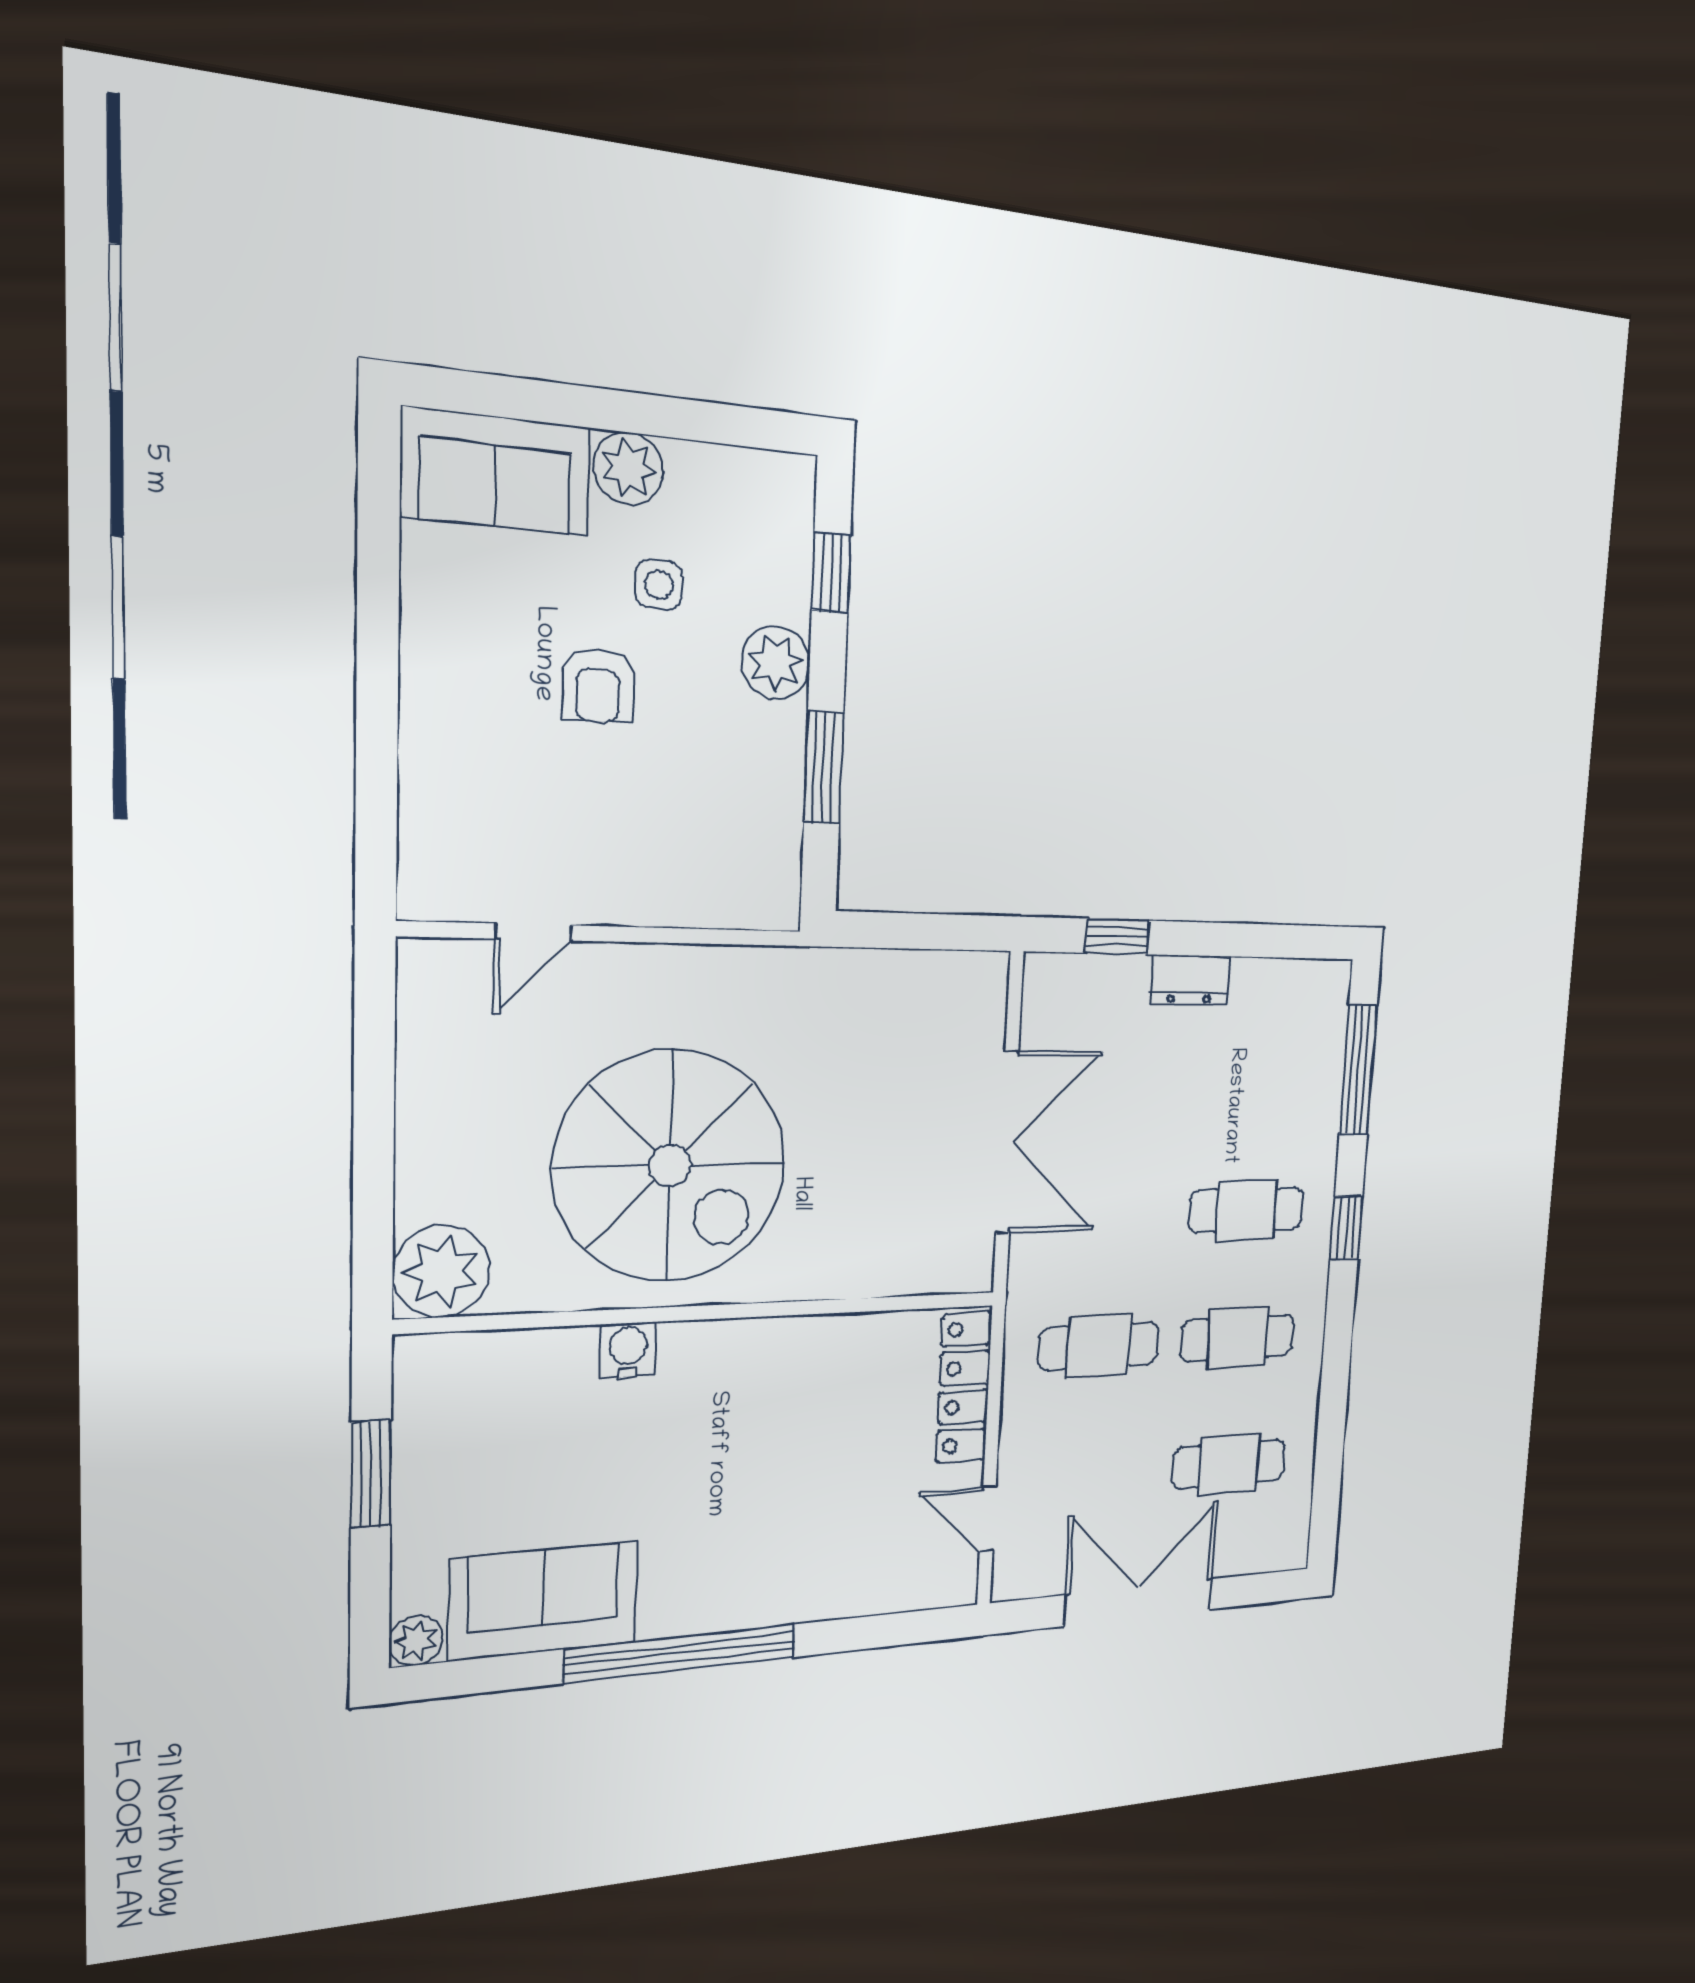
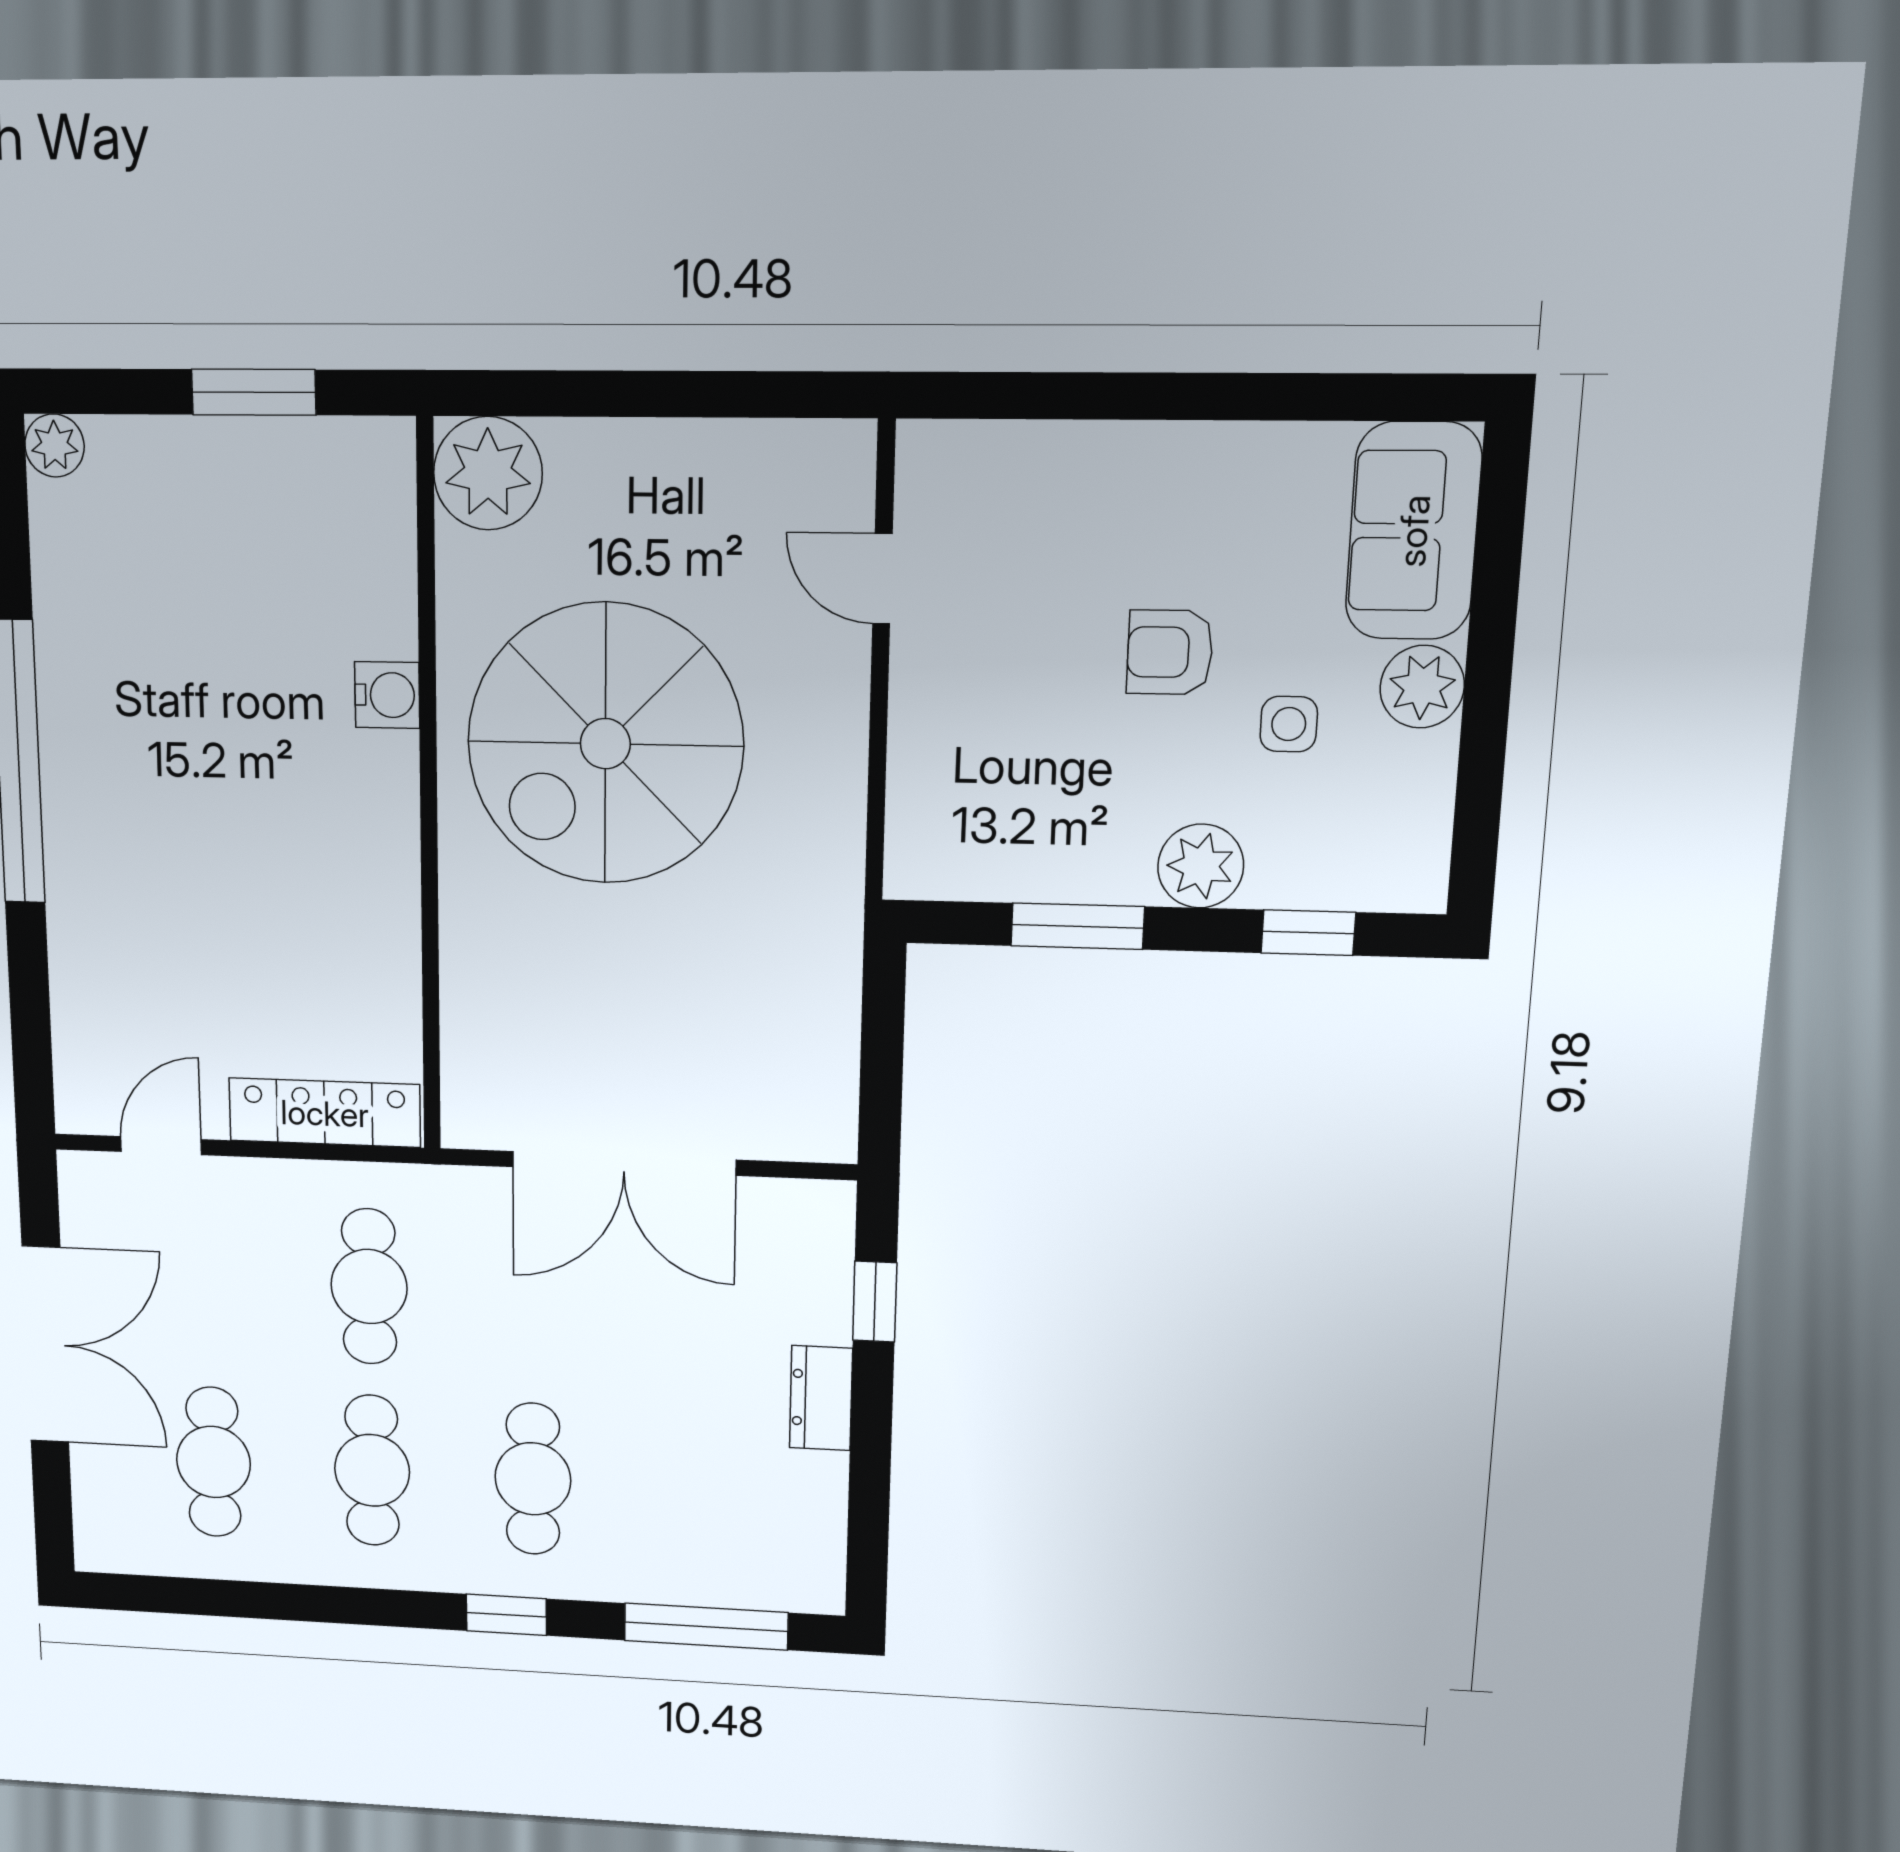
sofa: (544, 1601) -> (93, 596), removed

